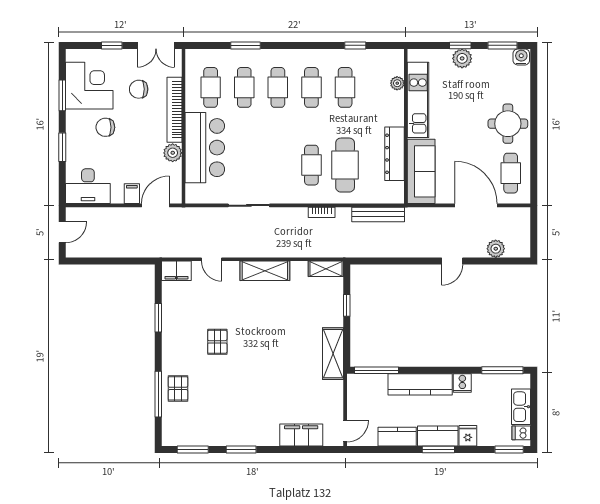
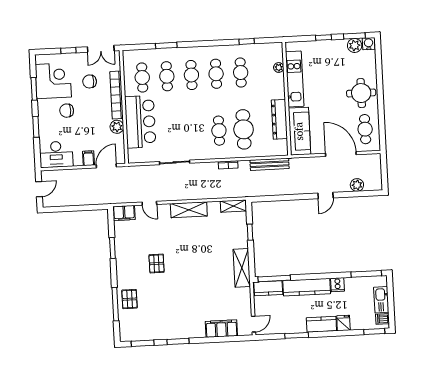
plant: (462, 58) -> (355, 45), moved
kitchen counter: (397, 437) -> (268, 288), moved, turned 180
window: (438, 449) -> (297, 335), moved

